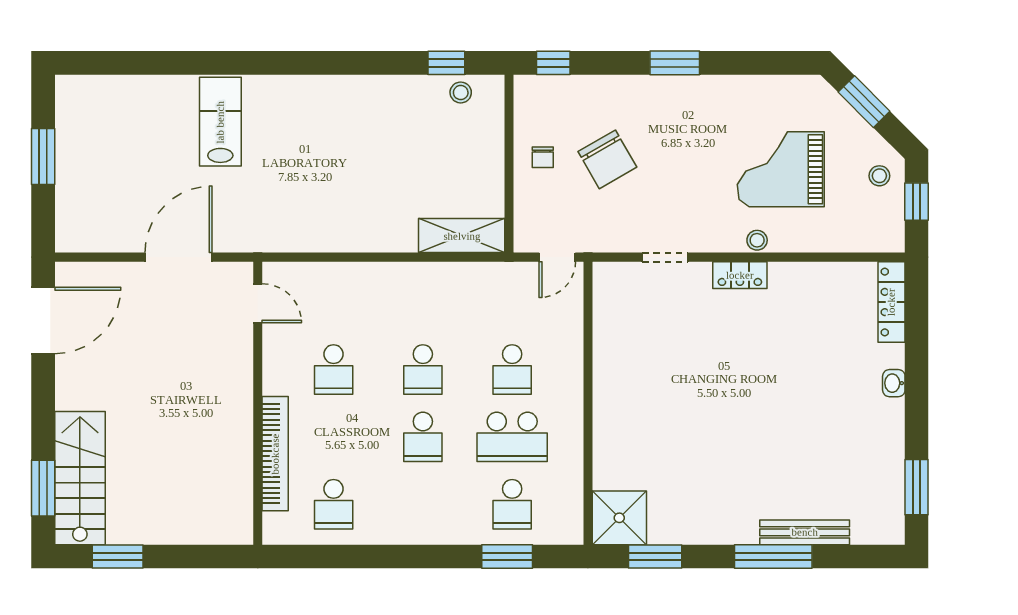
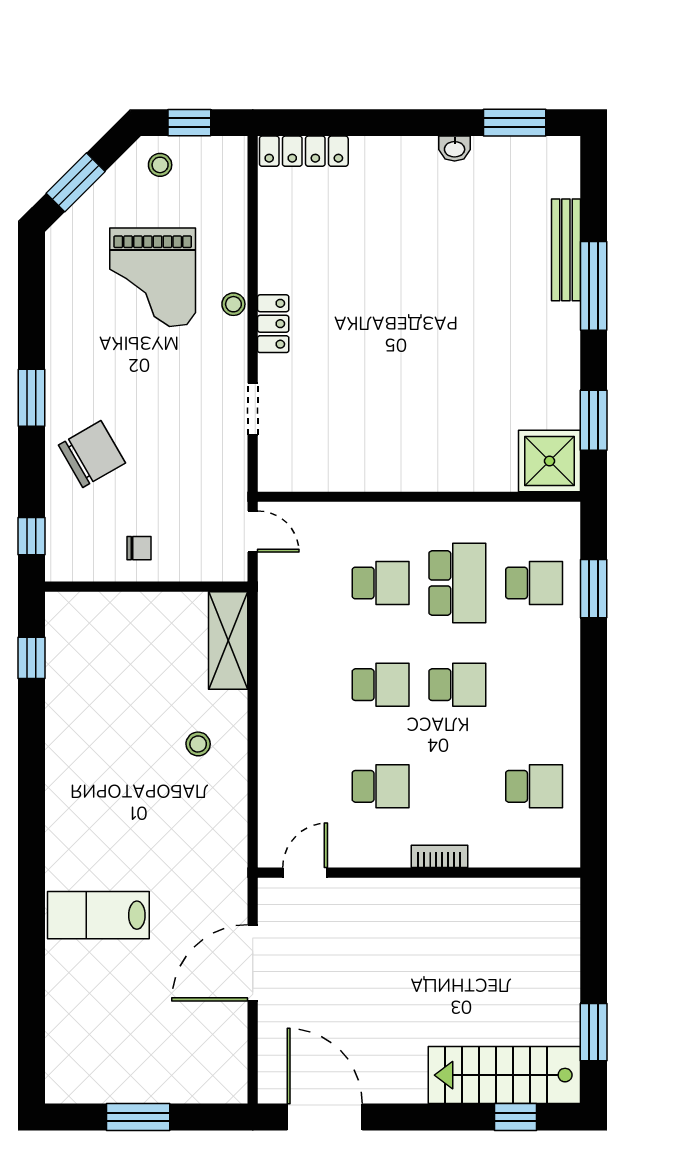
stool: (461, 92) -> (198, 744), moved
chair: (607, 159) -> (92, 454), moved
door: (178, 257) -> (253, 963), hinge flipped
washbasin: (894, 383) -> (455, 149), moved
bookcase: (275, 454) -> (439, 856), width x0.43, depth x0.76
window: (43, 488) -> (516, 1117), width x0.67

